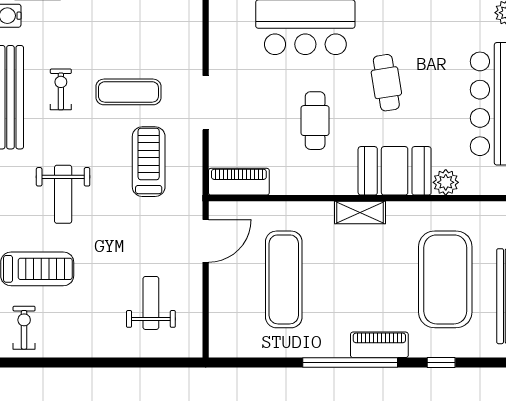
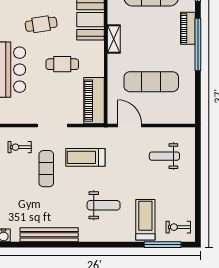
exercise bike: (61, 89) -> (20, 147), moved
piano: (239, 182) -> (94, 101), width x1.37, depth x1.33

